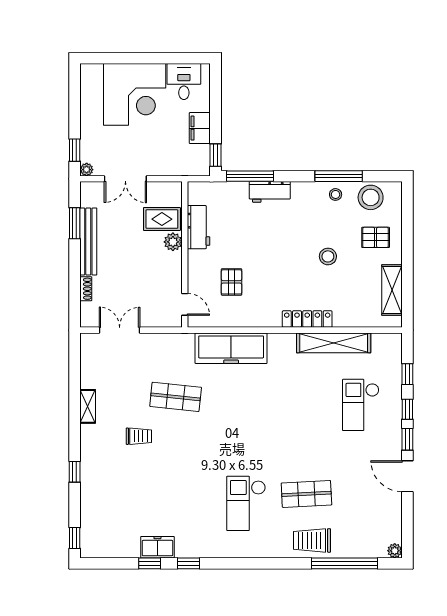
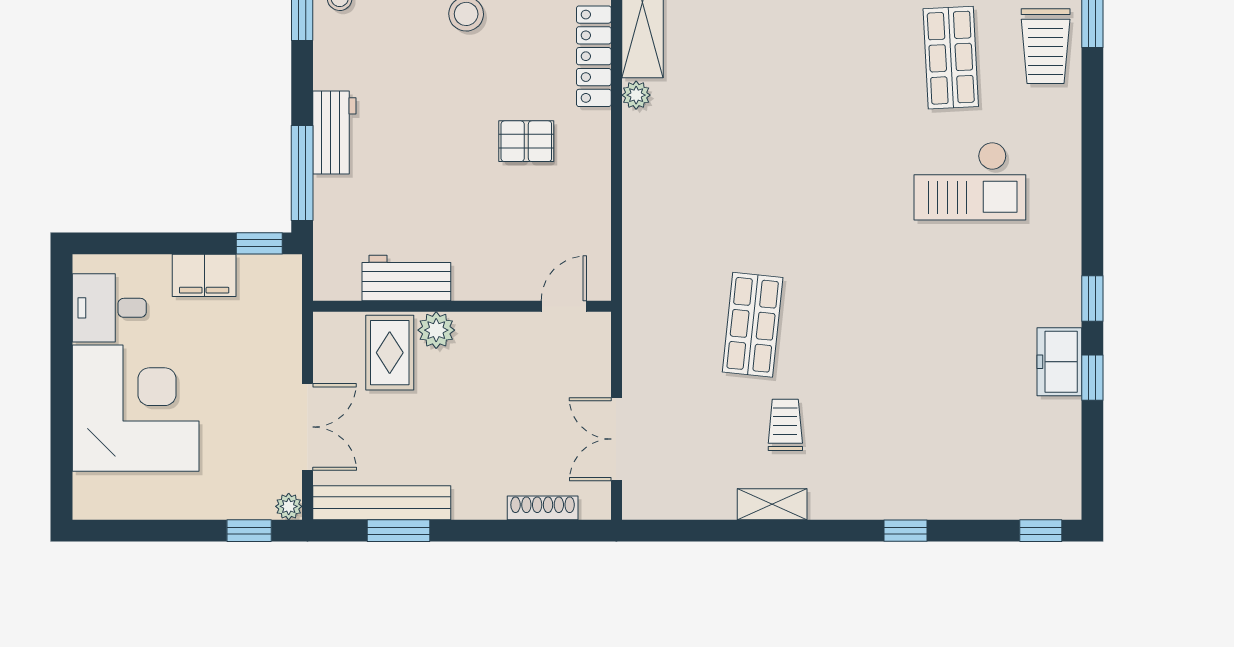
bench: (88, 241) -> (382, 503), moved
pallet: (232, 282) -> (526, 141), moved
shoe rack: (86, 289) -> (543, 508), width x1.43
plant: (288, 340) -> (636, 95), added
freezer: (231, 348) -> (653, 212), removed
trolley: (139, 436) -> (785, 425), moved

